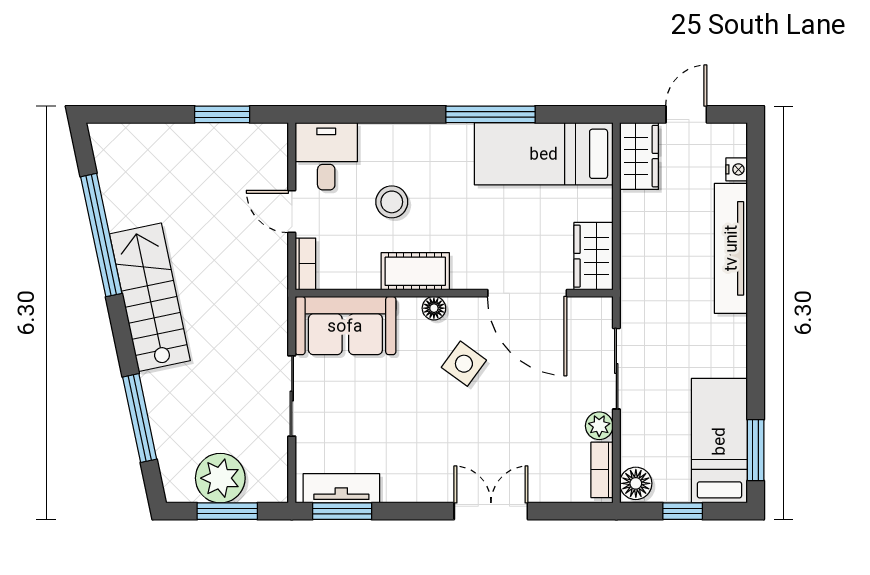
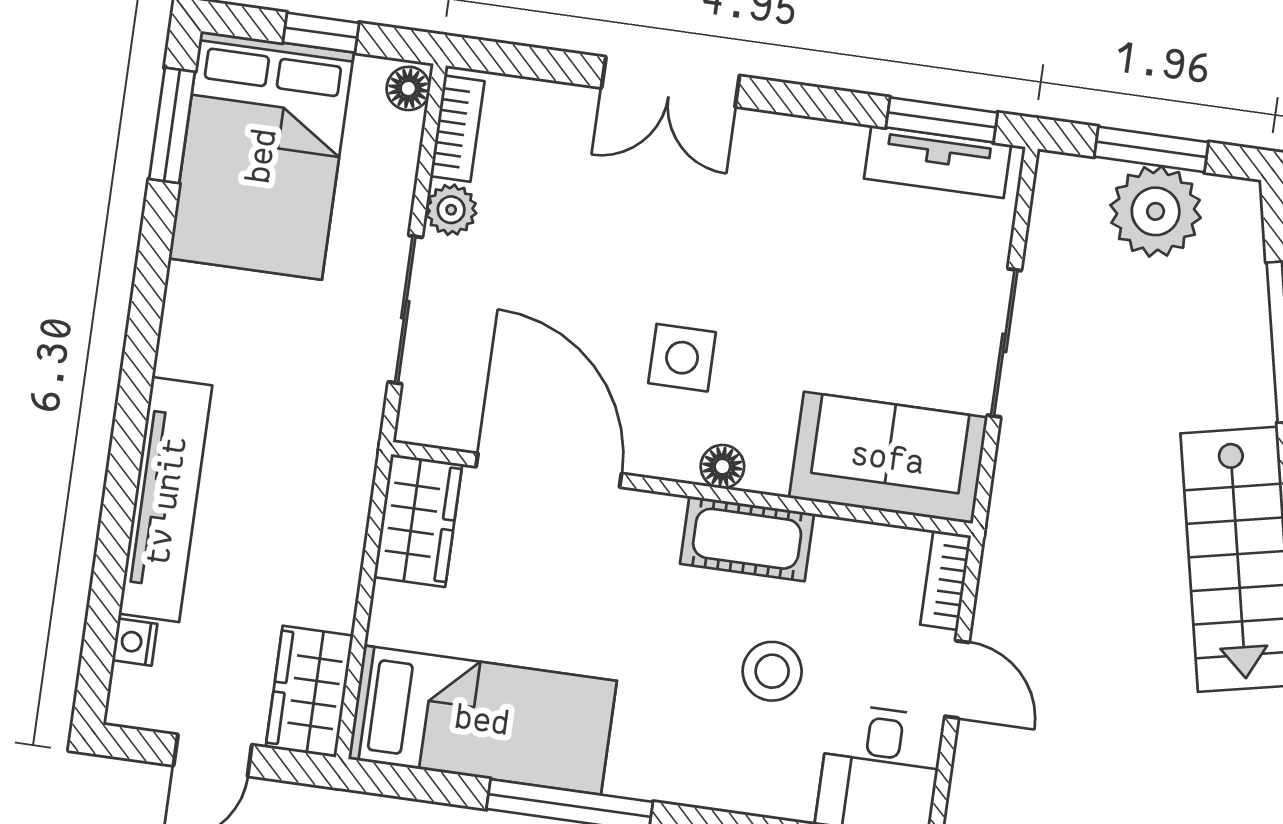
side table: (464, 364) -> (682, 358), turned -36
bed: (719, 441) -> (261, 155), width x1.50
floor lamp: (636, 483) -> (408, 88), width x0.73, depth x0.73

